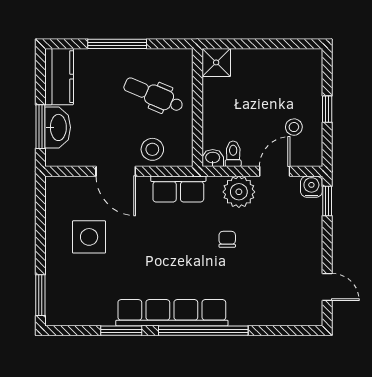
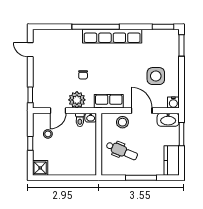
shower: (216, 62) -> (40, 168), moved
washbasin: (58, 127) -> (168, 120), moved, turned -90
water cooler: (311, 187) -> (173, 103), moved
window: (121, 331) -> (163, 27), moved

